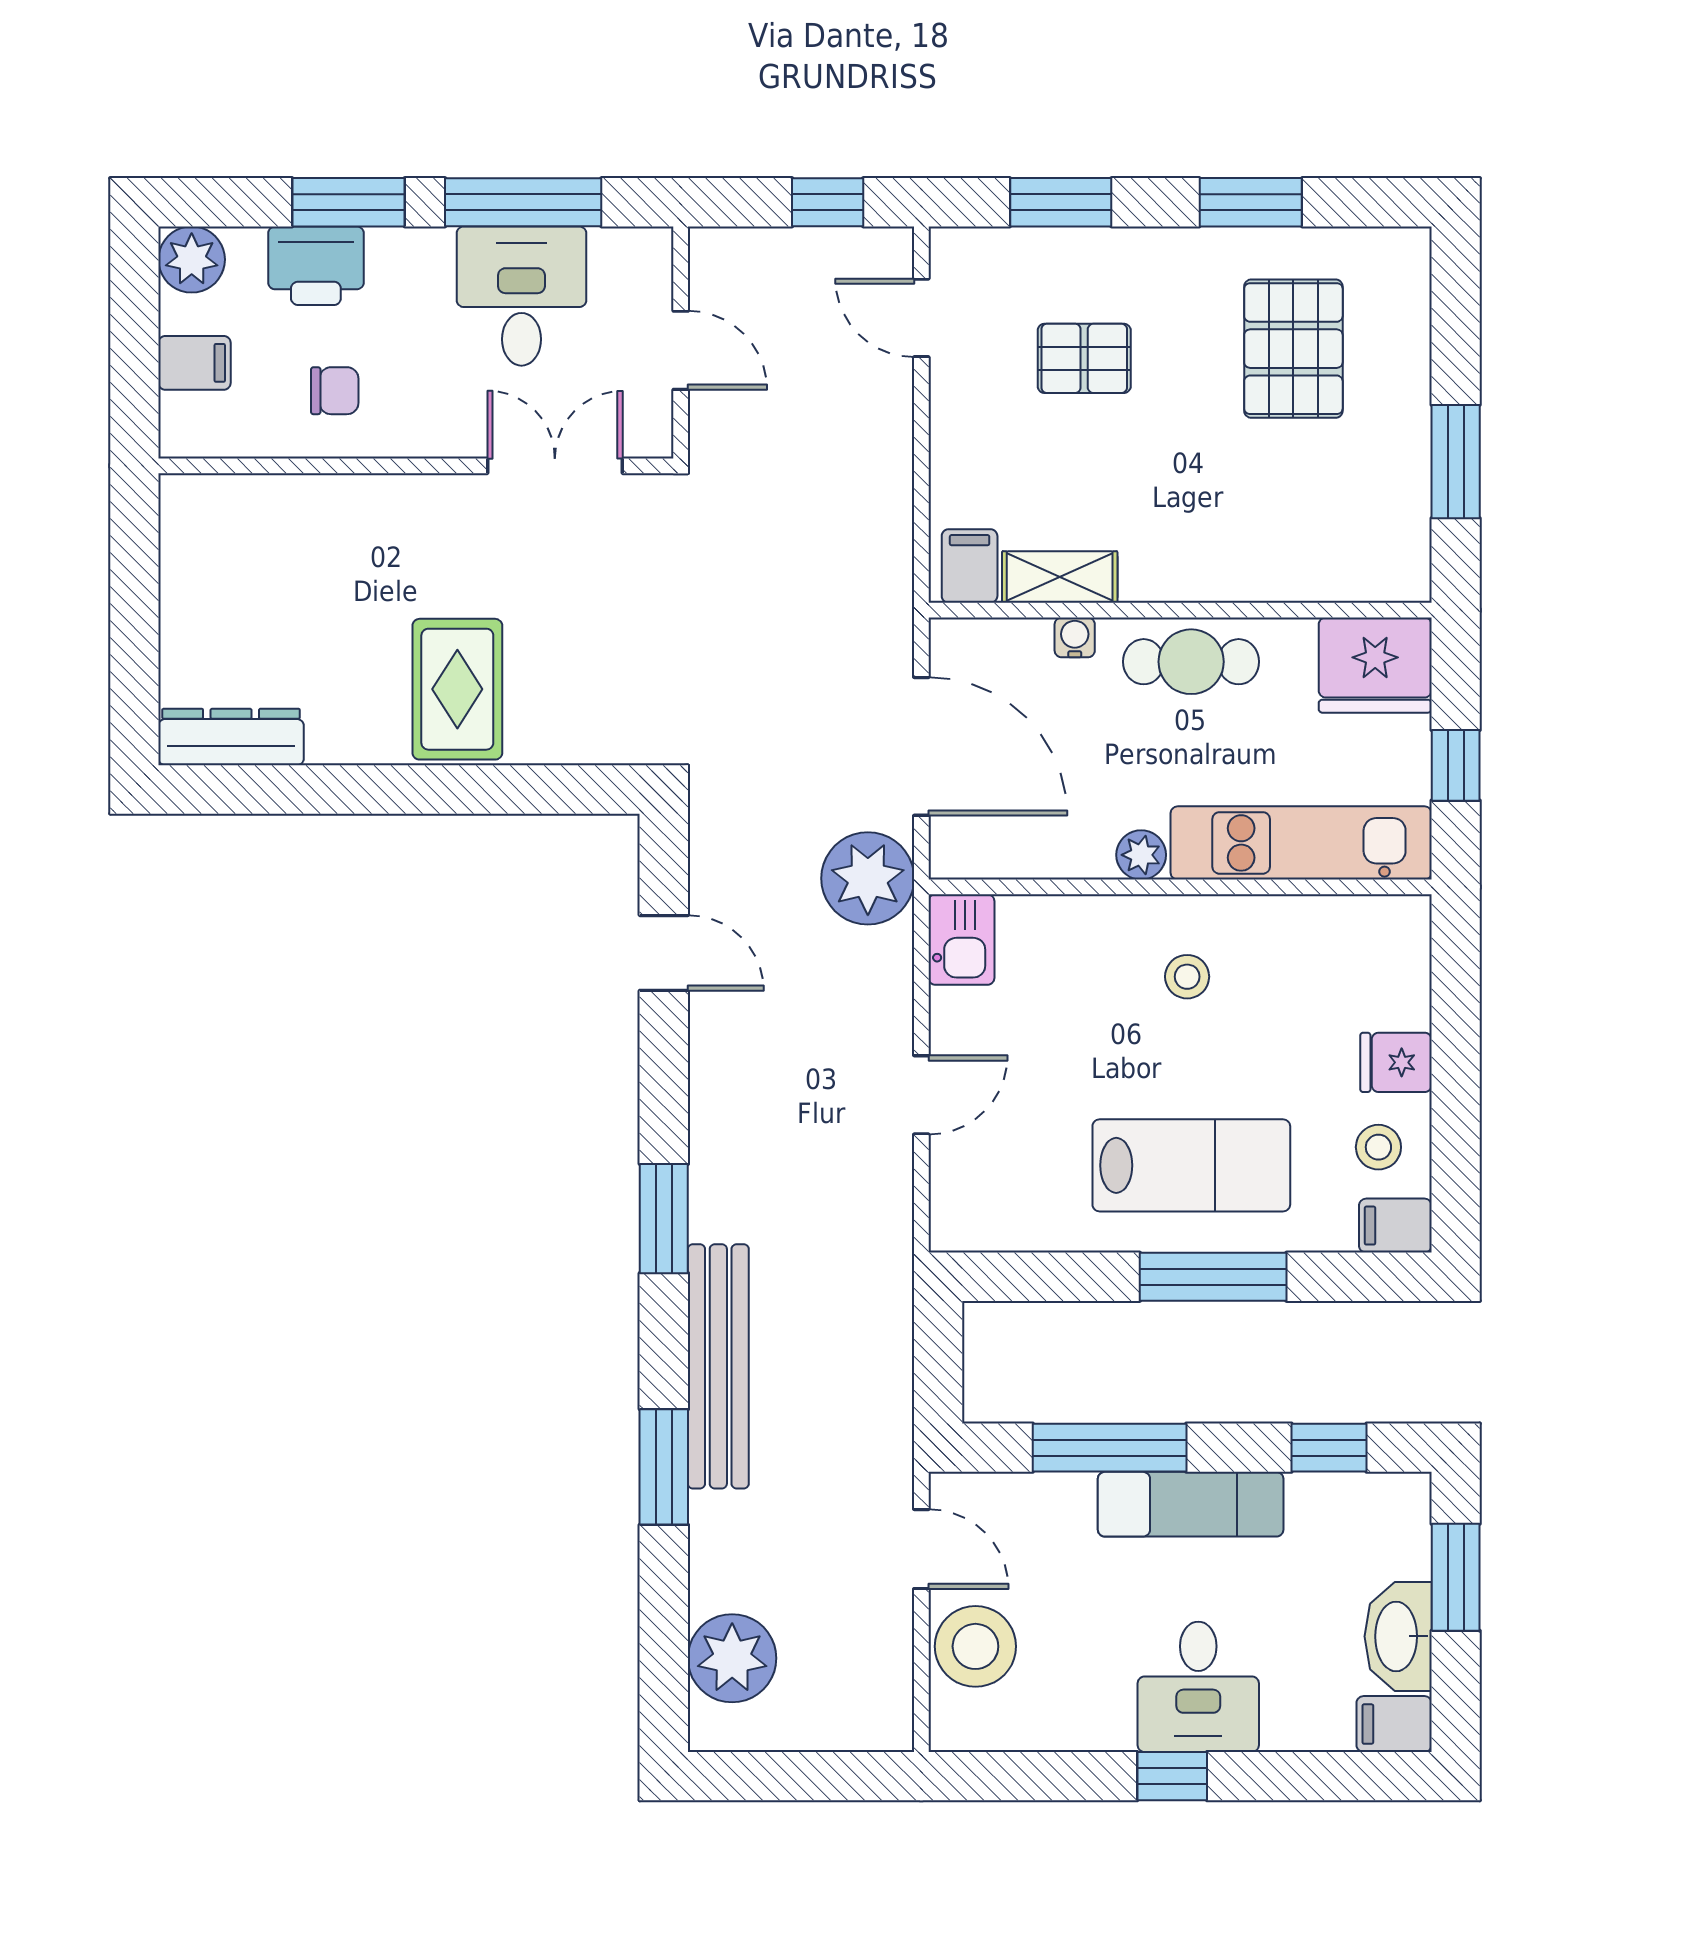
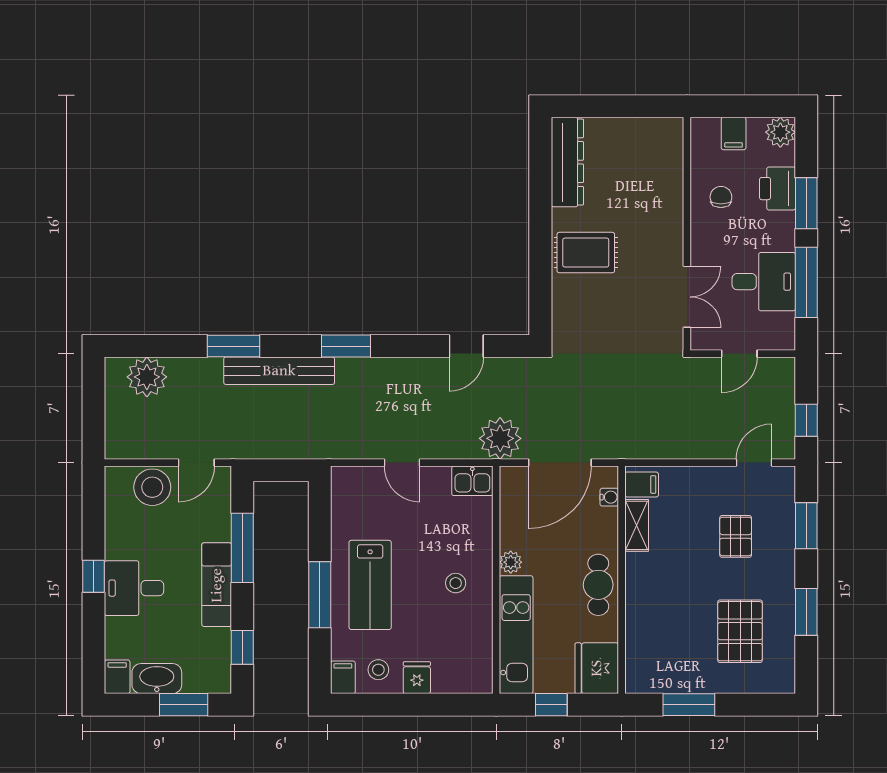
pallet: (1293, 349) -> (740, 631), turned 90
chair: (335, 391) -> (721, 197), turned 180
water cooler: (1075, 637) -> (609, 497), moved
dresser: (231, 737) -> (567, 162), width x1.37, depth x1.24

